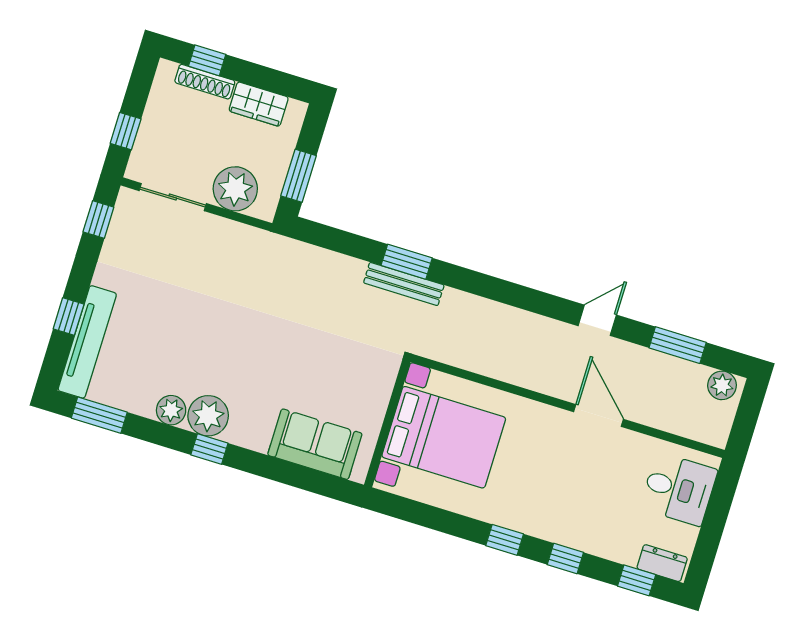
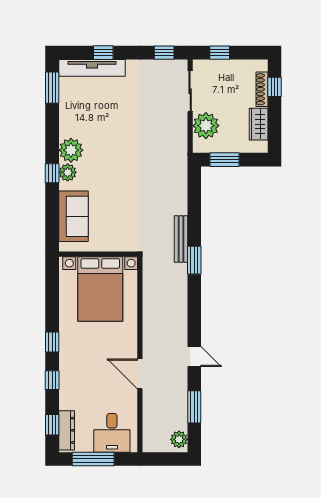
window: (407, 262) -> (194, 260), moved
plant: (171, 410) -> (68, 172), moved
door: (598, 416) -> (140, 374), swing flipped
window: (209, 449) -> (52, 173), moved
window: (711, 532) -> (93, 459), added
dresser: (662, 563) -> (67, 430), width x1.44

